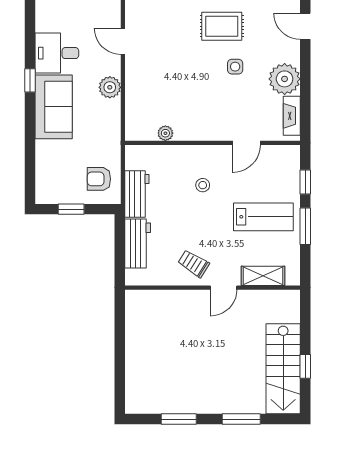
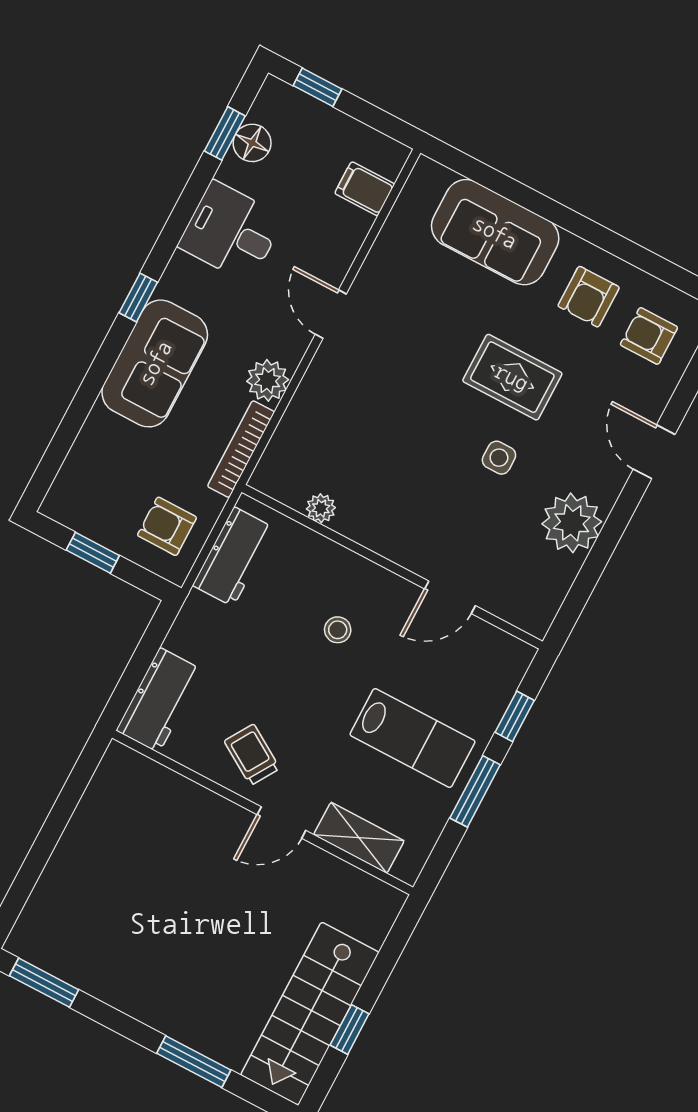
desk: (57, 53) -> (231, 232), moved
fireplace: (292, 116) -> (551, 592), removed
bookcase: (114, 125) -> (241, 449), added
workbench: (137, 194) -> (234, 557), moved
workbench: (138, 244) -> (159, 700), moved
window: (179, 419) -> (44, 983), moved

